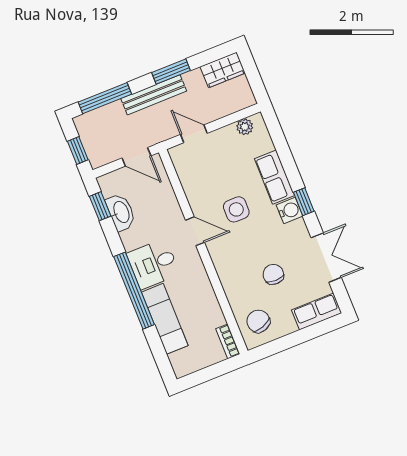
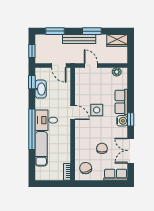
window: (105, 98) -> (55, 31), width x0.69
double door: (326, 258) -> (131, 151), swing flipped

